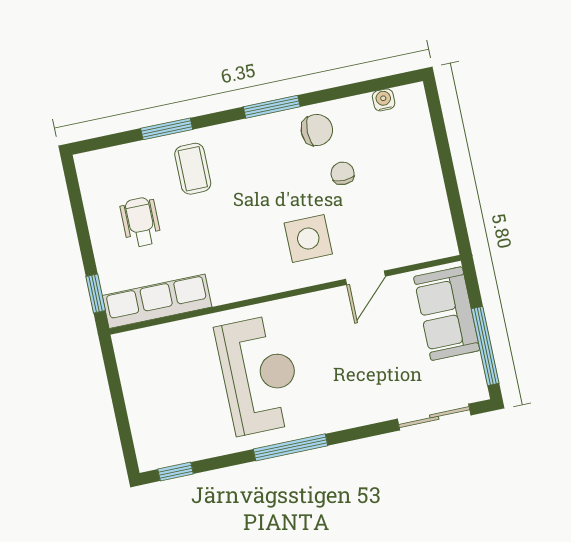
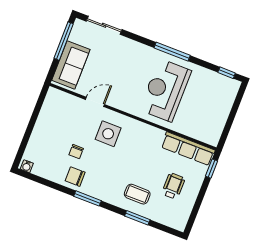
water cooler: (384, 100) -> (27, 166), moved
coffee table: (193, 169) -> (137, 194), turned 90
wheelchair: (141, 222) -> (173, 186), turned 180

